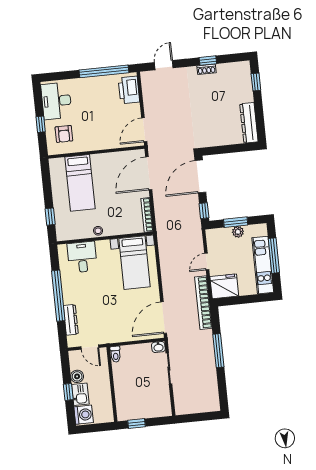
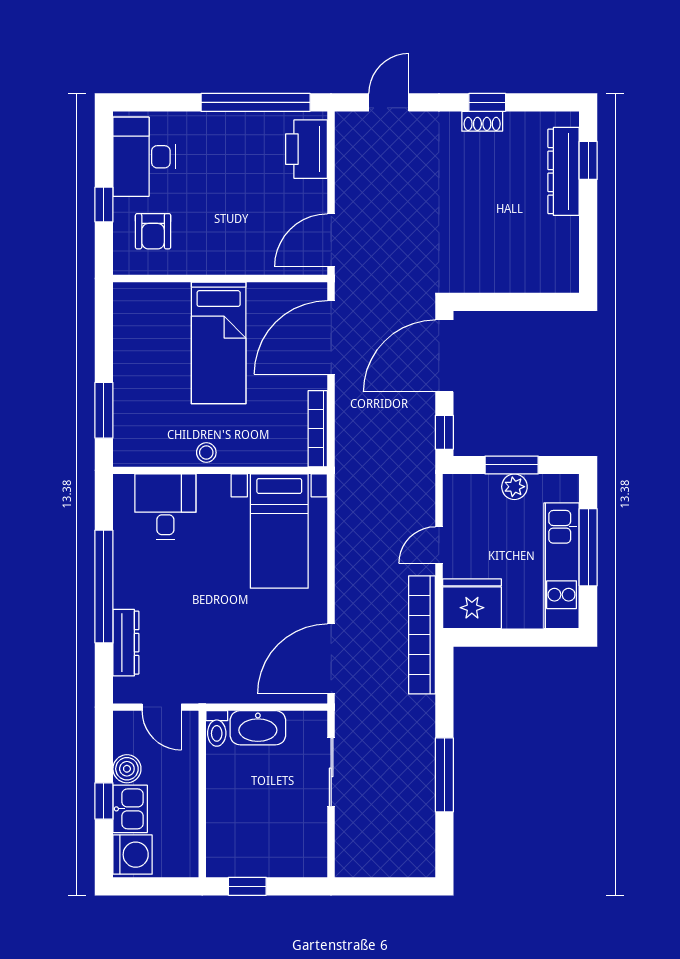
dresser: (249, 123) -> (563, 171), moved
bed: (80, 183) -> (219, 343), moved
window: (50, 217) -> (104, 410), width x1.50
washbasin: (158, 347) -> (258, 728), moved, width x1.91, depth x1.45
window: (218, 351) -> (444, 775), moved

